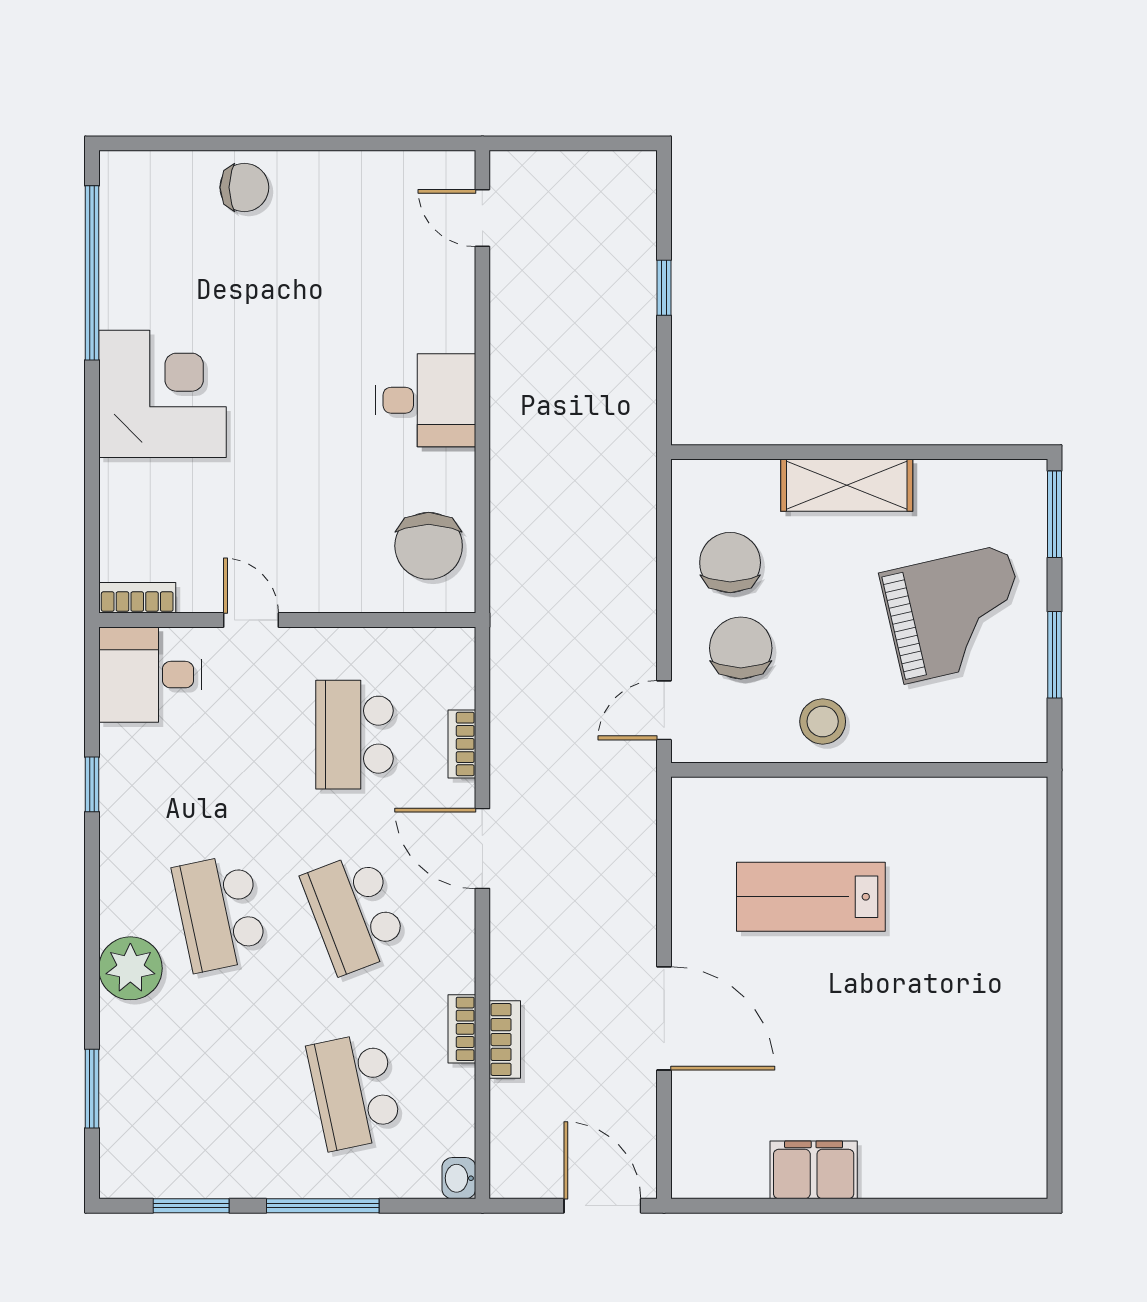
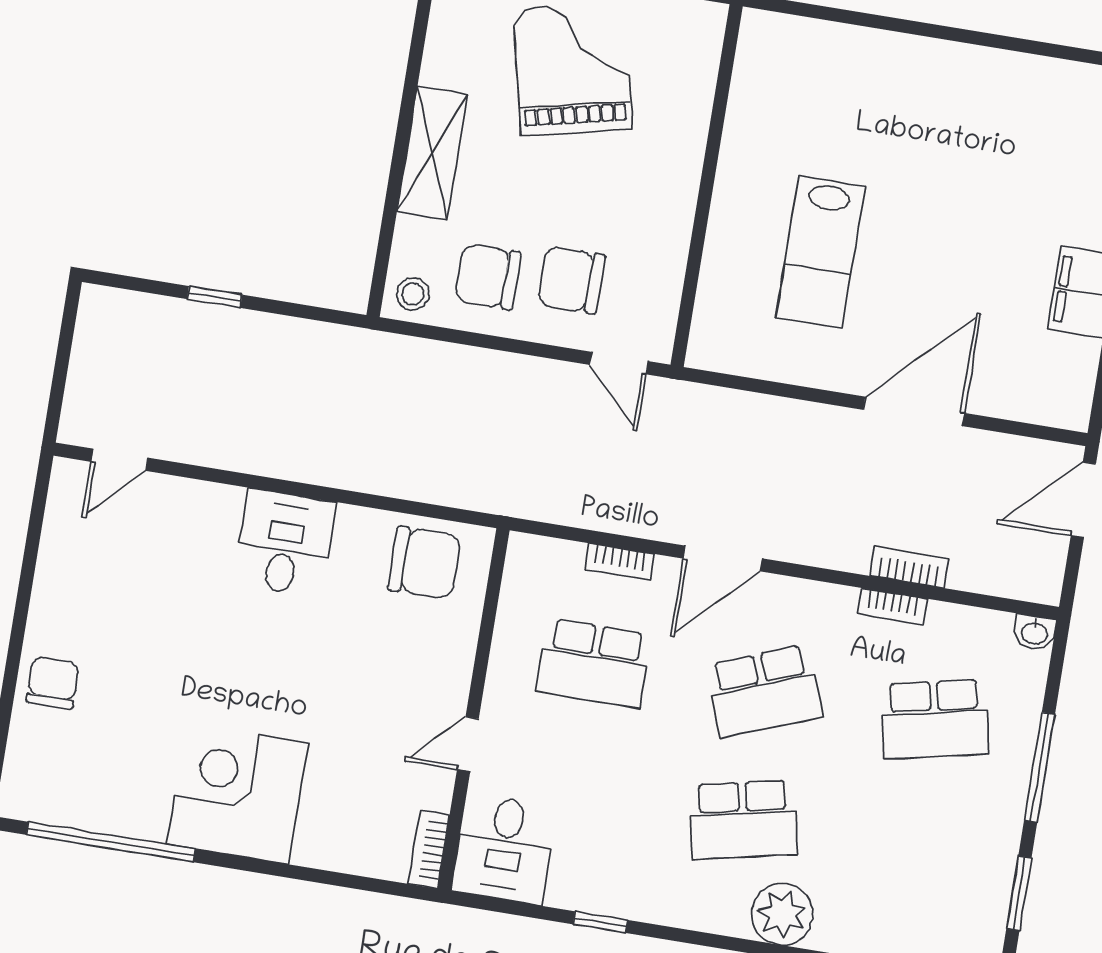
stool: (823, 721) -> (413, 294), moved, width x0.73, depth x0.73

